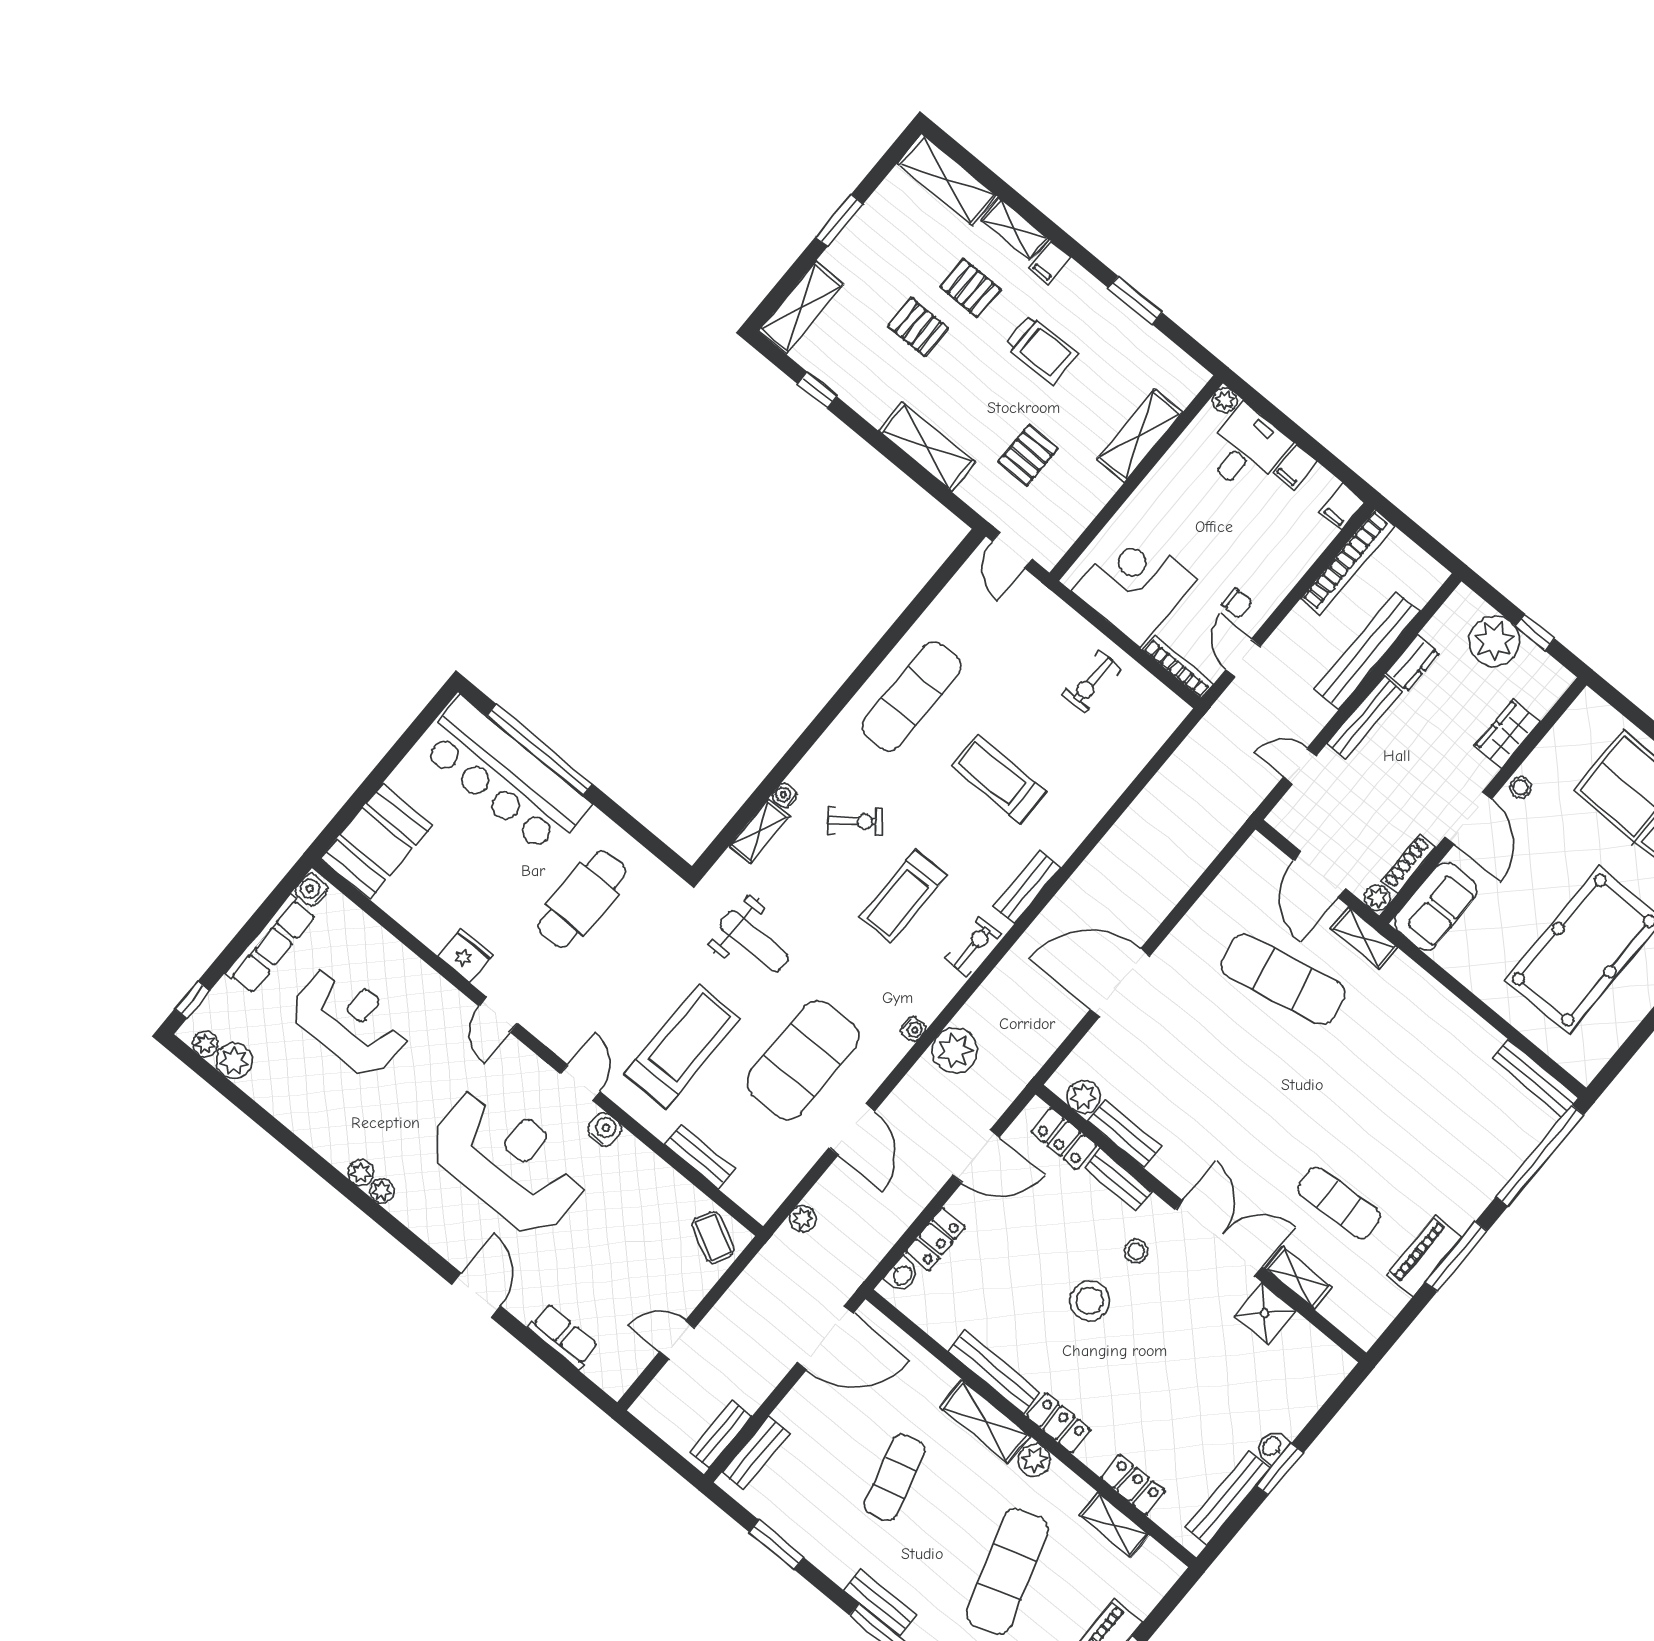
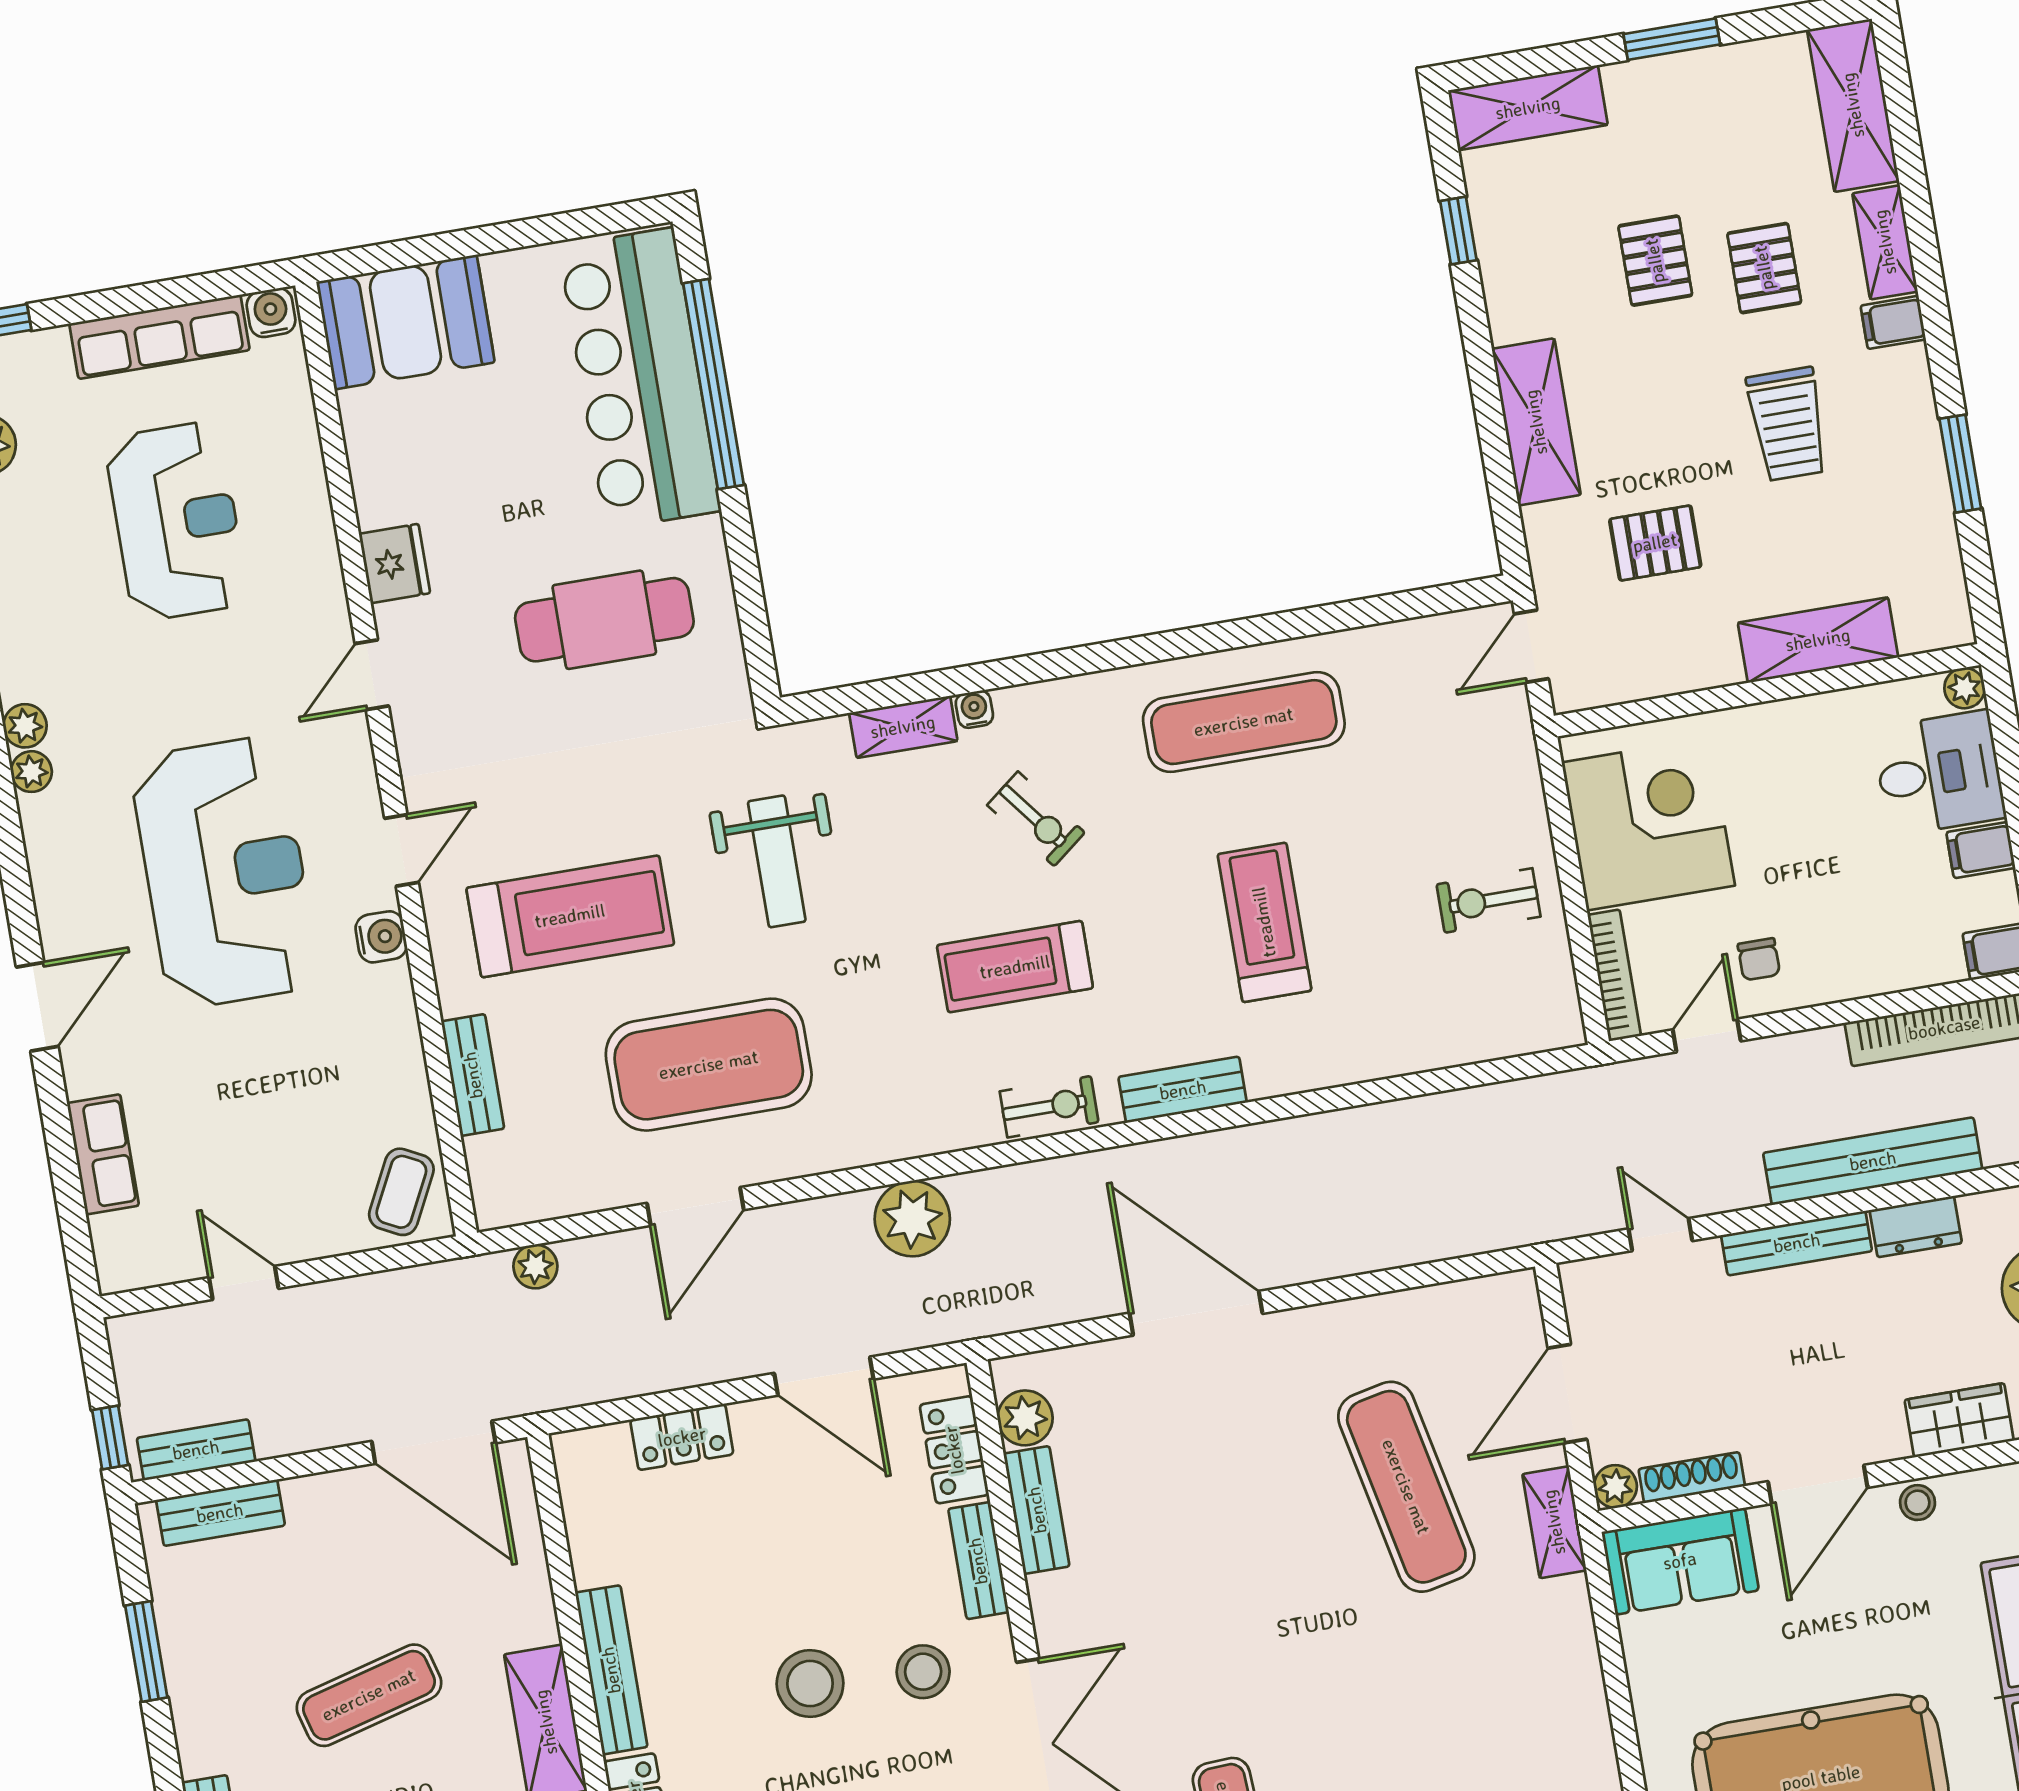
water cooler: (913, 1029) -> (883, 1146), removed
stool: (1136, 1251) -> (923, 1672), width x1.37, depth x1.37
washbasin: (902, 1275) -> (601, 1446), removed
window: (677, 1462) -> (110, 1438), added

